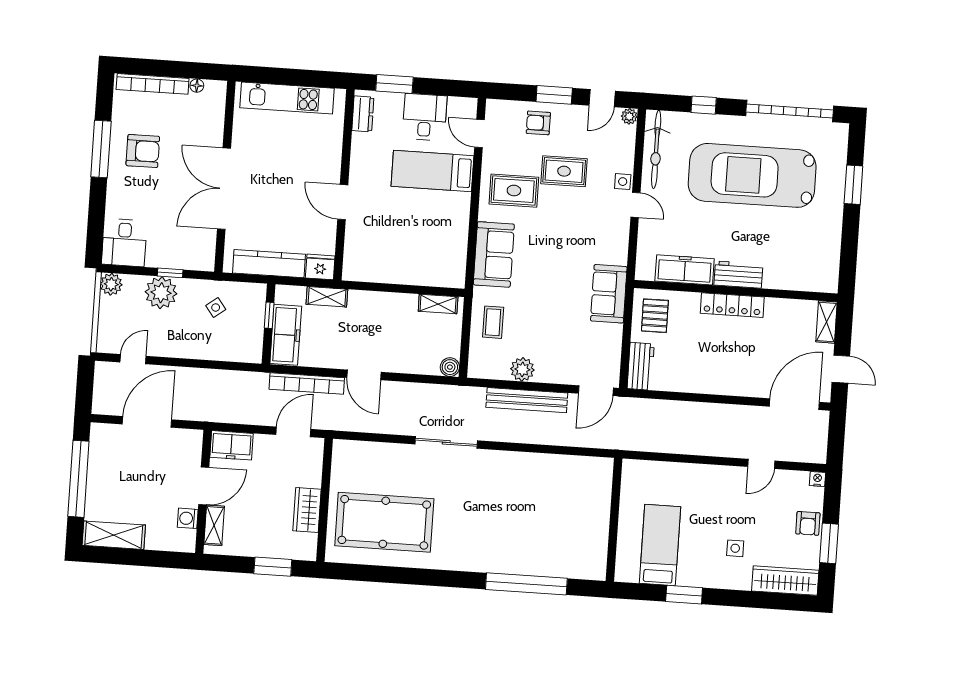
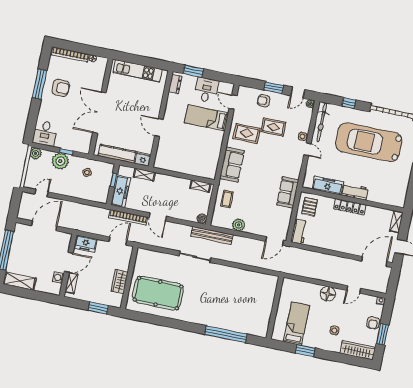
bench: (527, 400) -> (212, 235), moved
floor lamp: (713, 479) -> (328, 294), added

